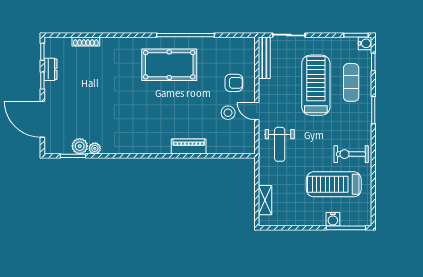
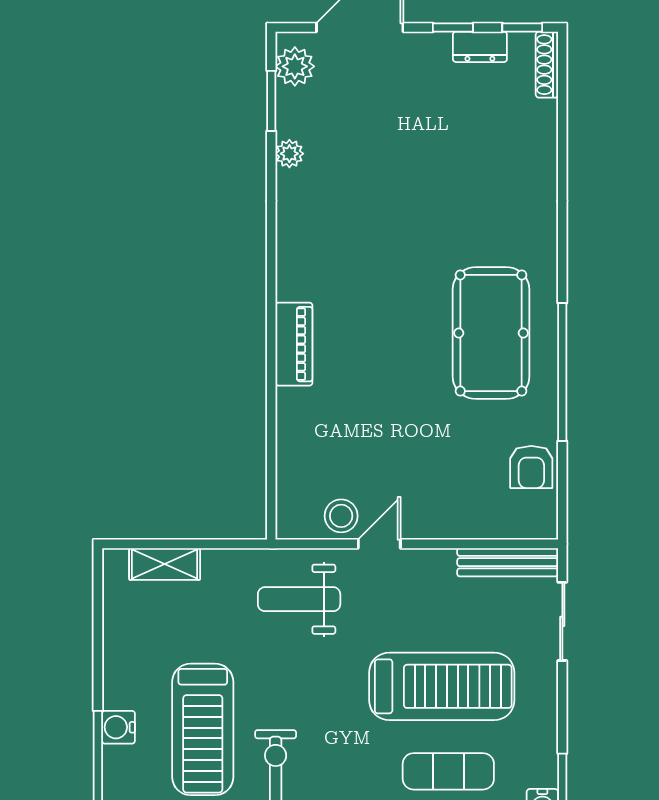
shoe rack: (86, 41) -> (547, 65), moved
armchair: (234, 83) -> (531, 467), moved
stool: (228, 113) -> (341, 516), moved
plant: (80, 146) -> (295, 66), moved
piano: (189, 147) -> (294, 344), moved
treadmill: (334, 184) -> (203, 729), turned 180

